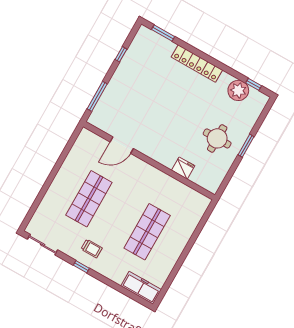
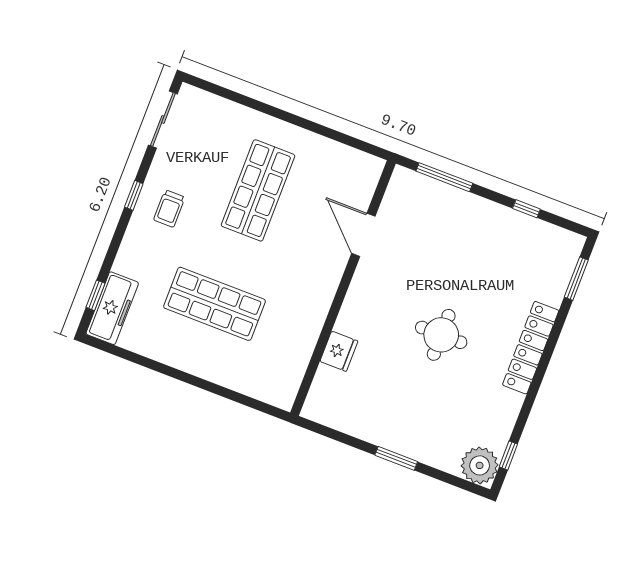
plant: (238, 90) -> (480, 465), moved
round table: (217, 138) -> (441, 335), moved
shop shelf: (89, 199) -> (258, 190), turned 90
window: (133, 296) -> (95, 295), added

